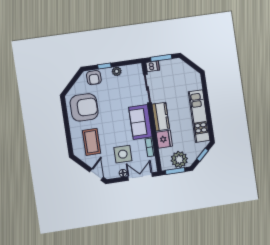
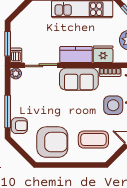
window: (104, 66) -> (8, 112), width x2.17
plant: (117, 71) -> (16, 74), moved
armchair: (84, 107) -> (52, 142), turned 90

